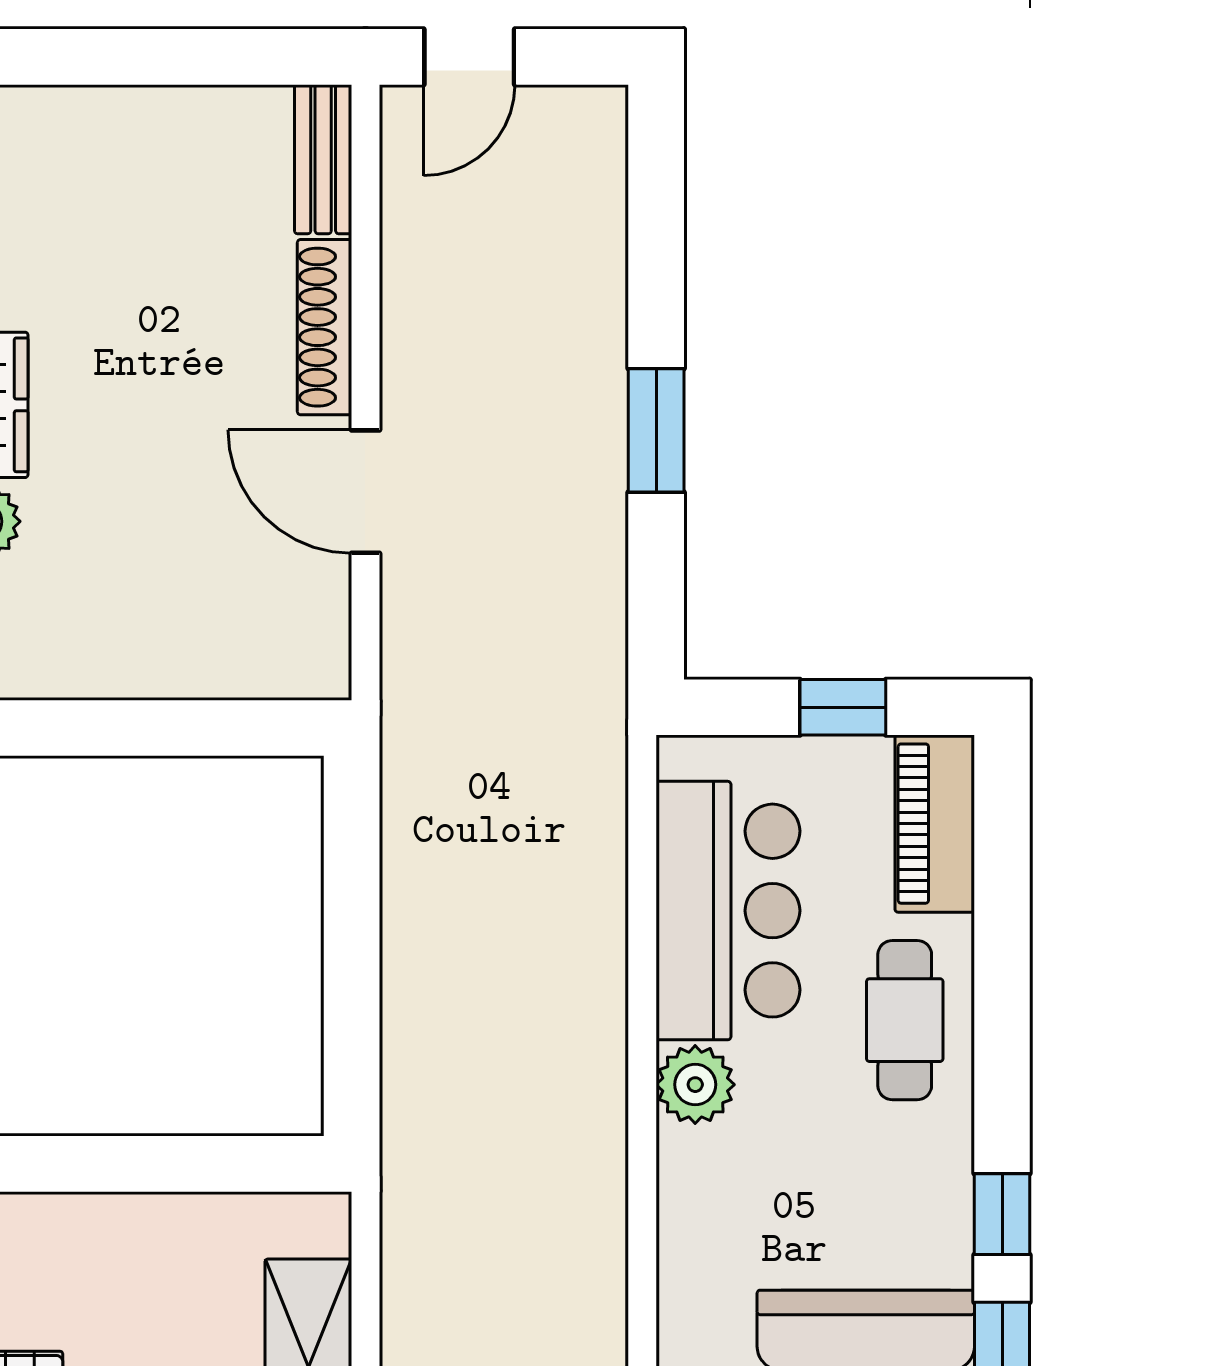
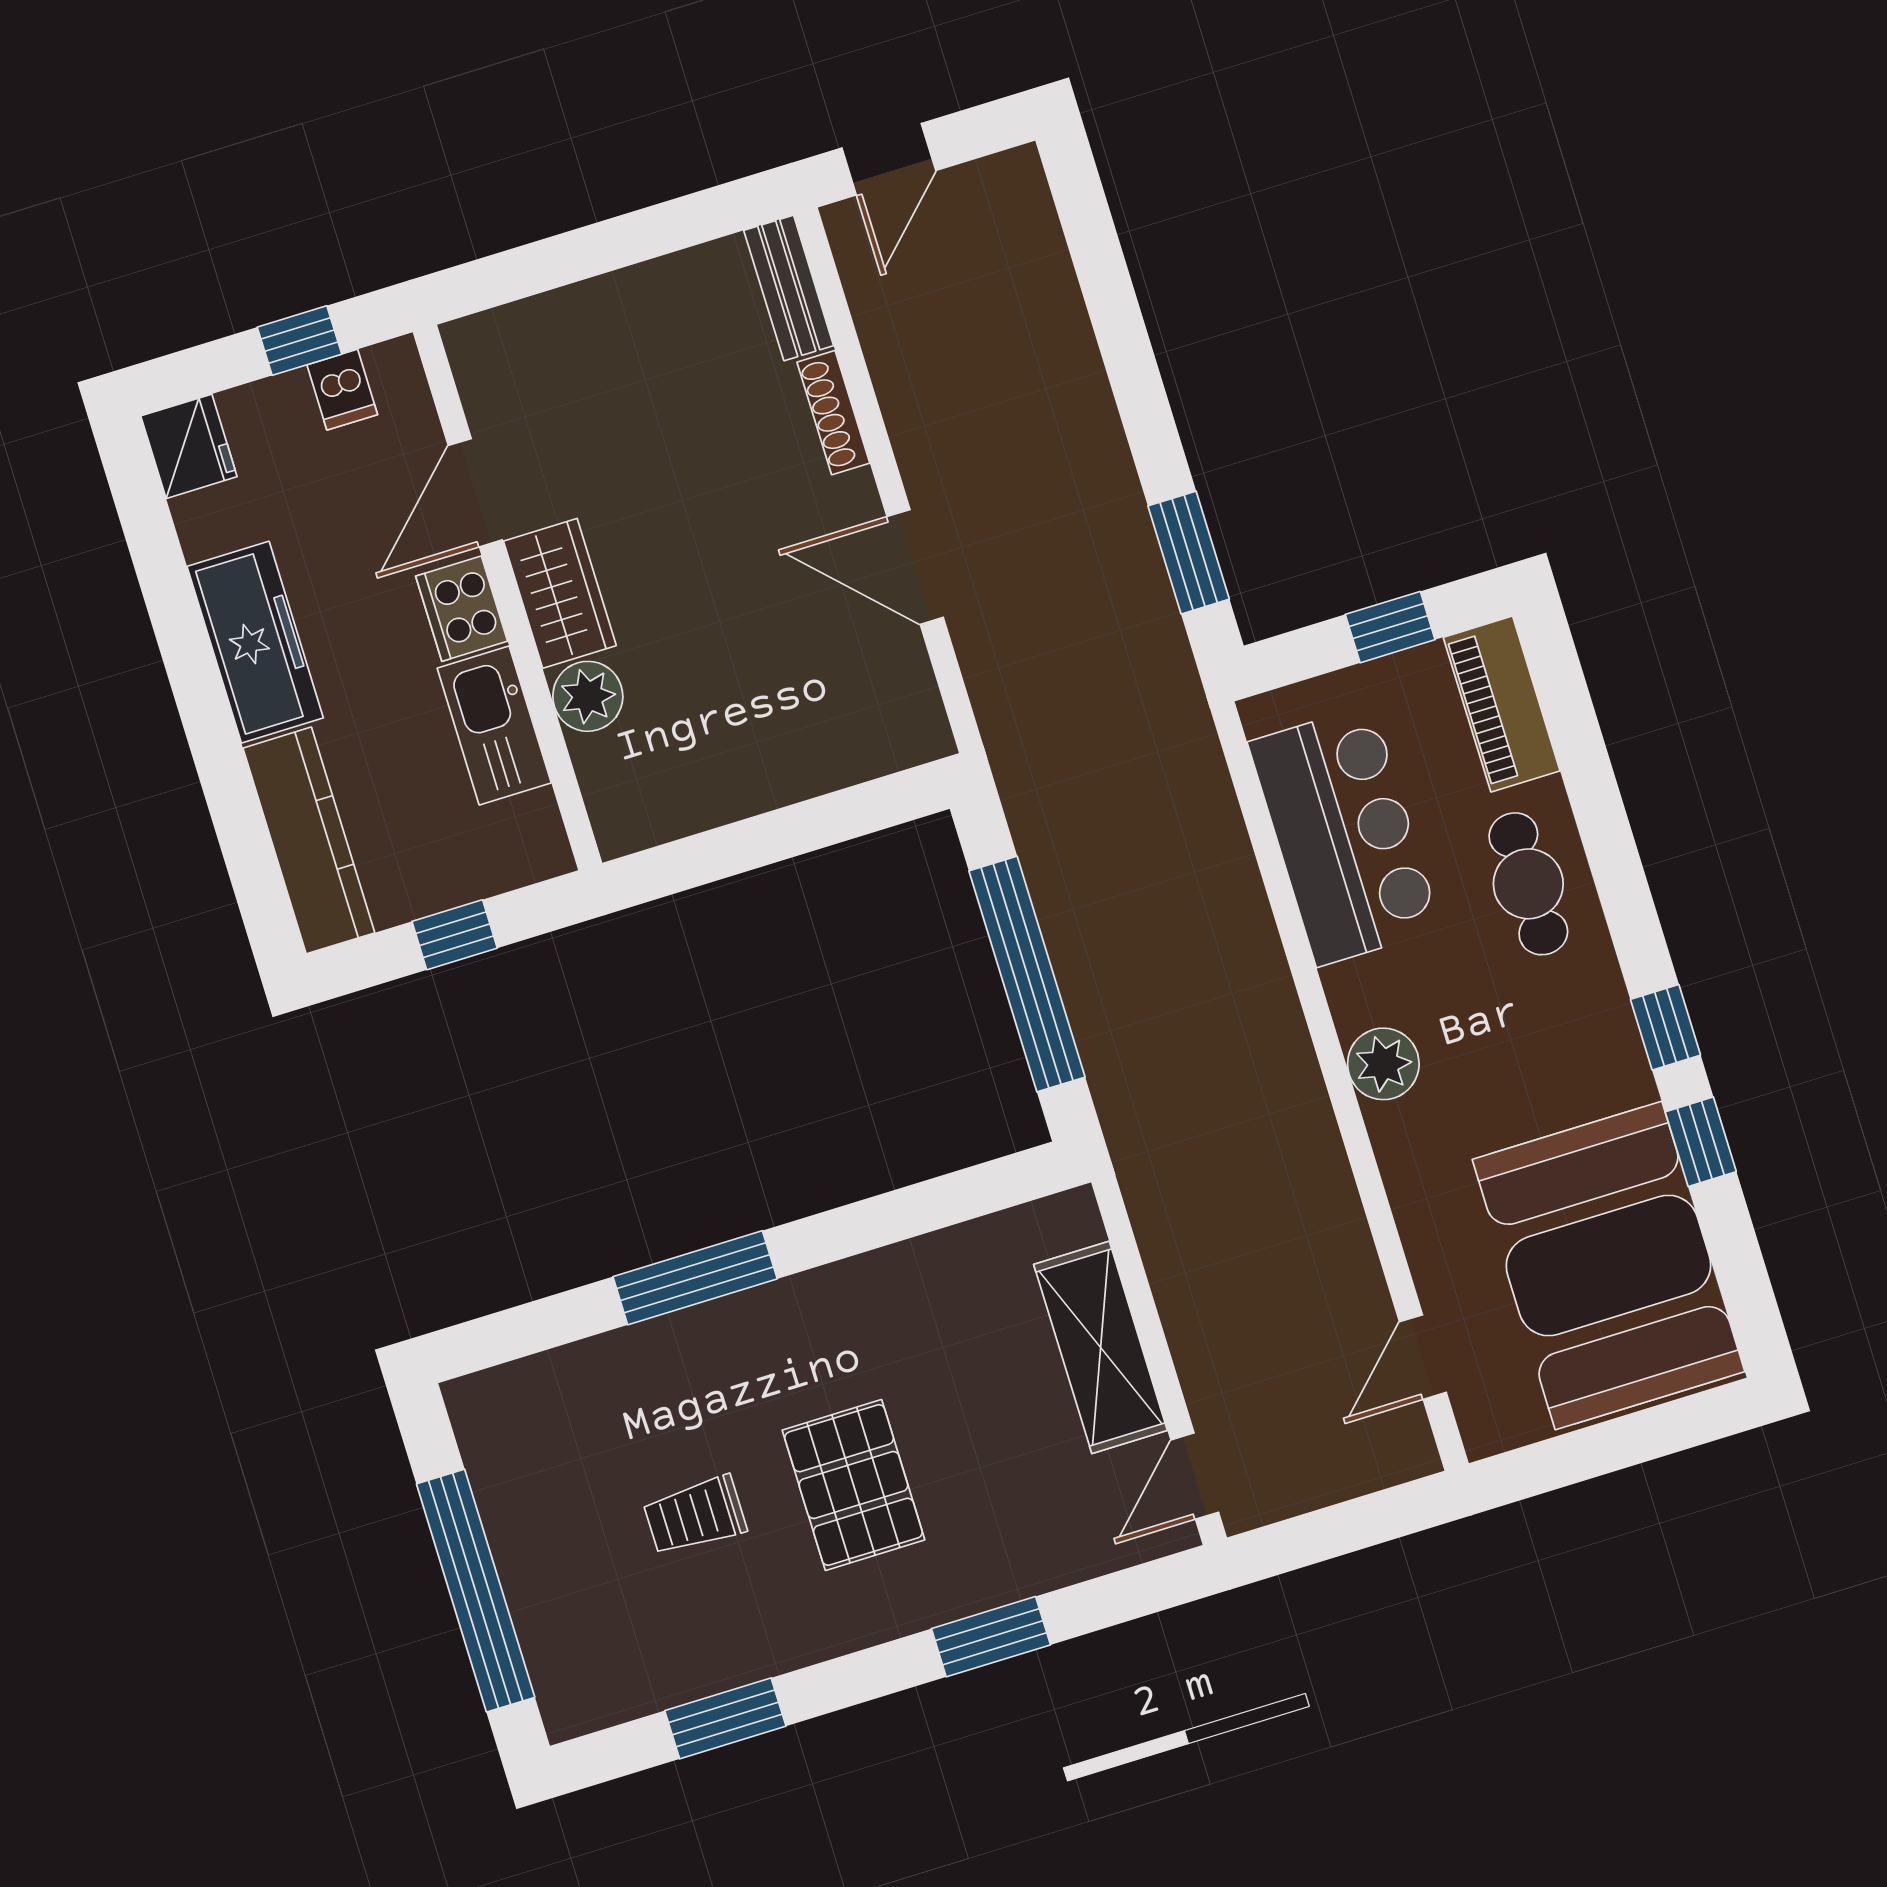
shoe rack: (325, 327) -> (833, 413), width x0.74, depth x0.81
window: (656, 430) -> (1189, 553), moved
window: (352, 953) -> (1027, 974), added
plant: (695, 1085) -> (1383, 1064), moved

